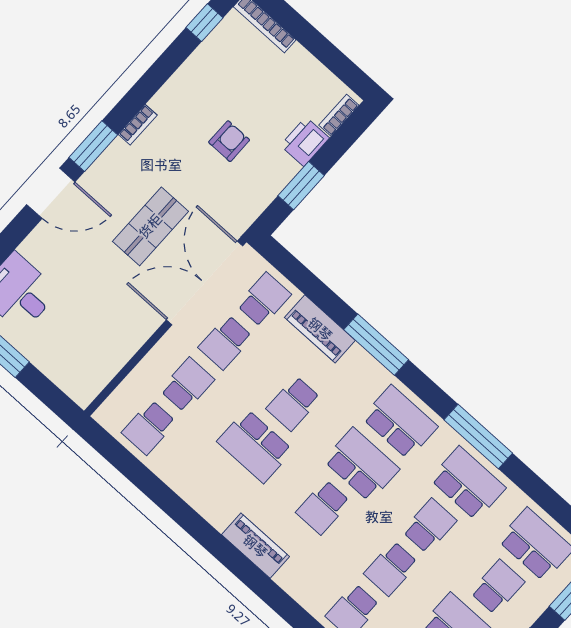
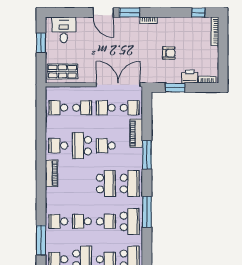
shop shelf: (150, 226) -> (62, 71), moved
school desk: (323, 507) -> (58, 146), moved

